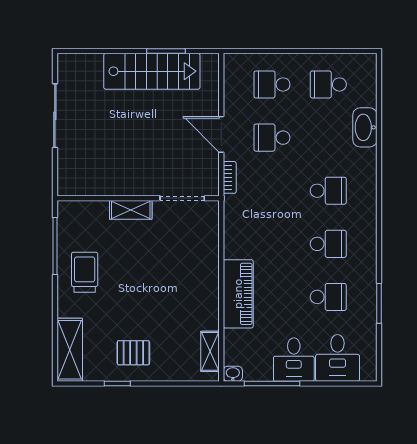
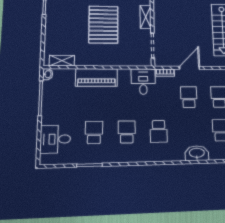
school desk: (328, 244) -> (127, 132), turned 180
school desk: (328, 297) -> (94, 133), turned 180
pallet: (133, 353) -> (103, 25), moved, width x2.05, depth x2.00
desk: (294, 360) -> (143, 82), moved, turned 90

